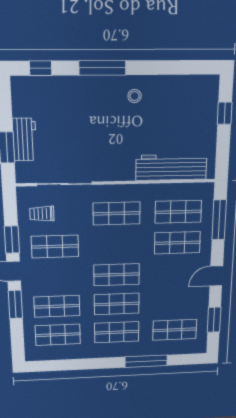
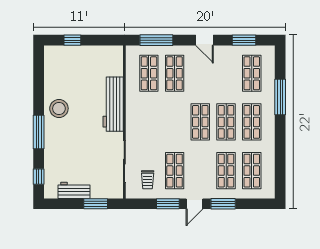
stool: (135, 96) -> (59, 108), width x1.89, depth x1.89
workbench: (25, 139) -> (74, 190), moved
workbench: (171, 167) -> (113, 104), moved
shop shelf: (117, 213) -> (149, 122), removed

